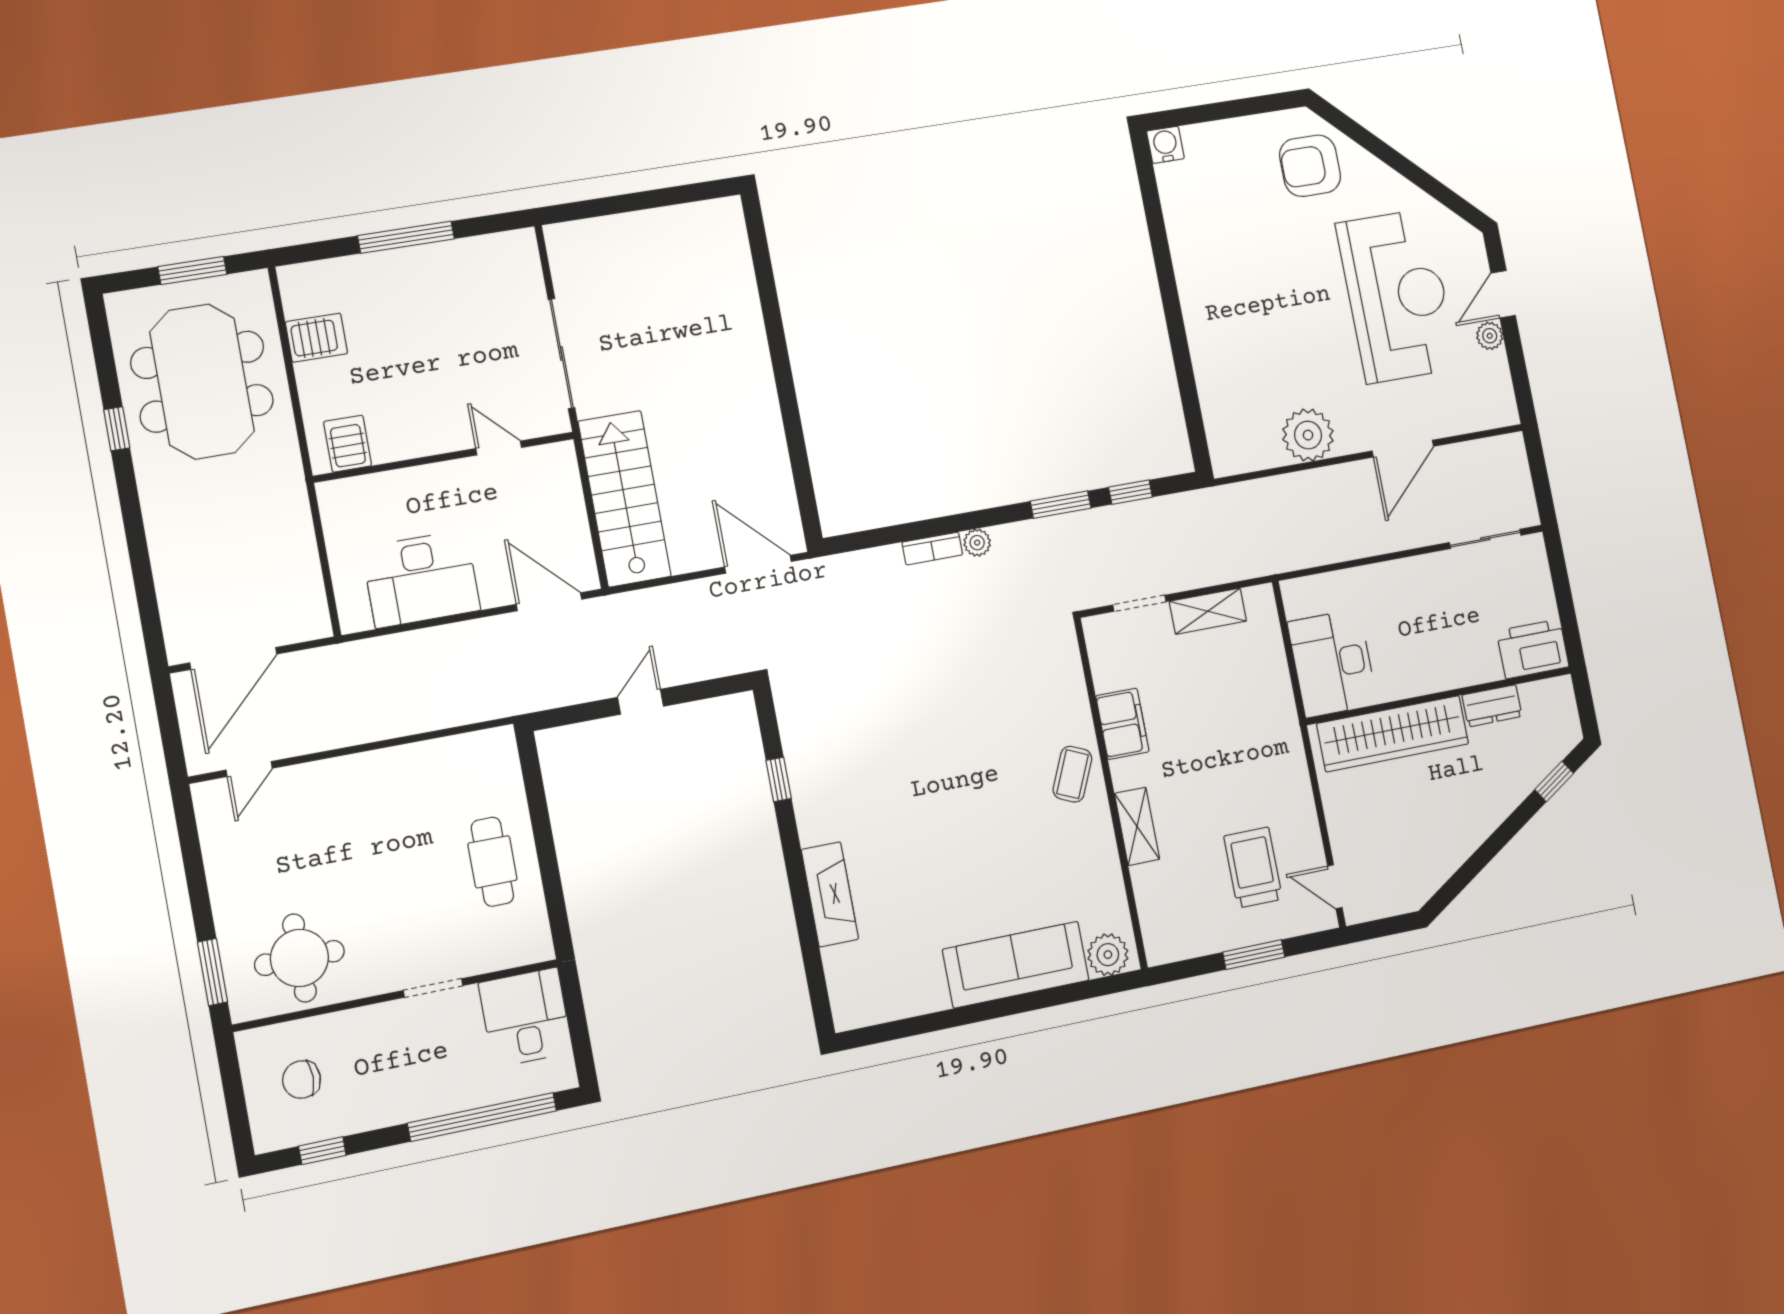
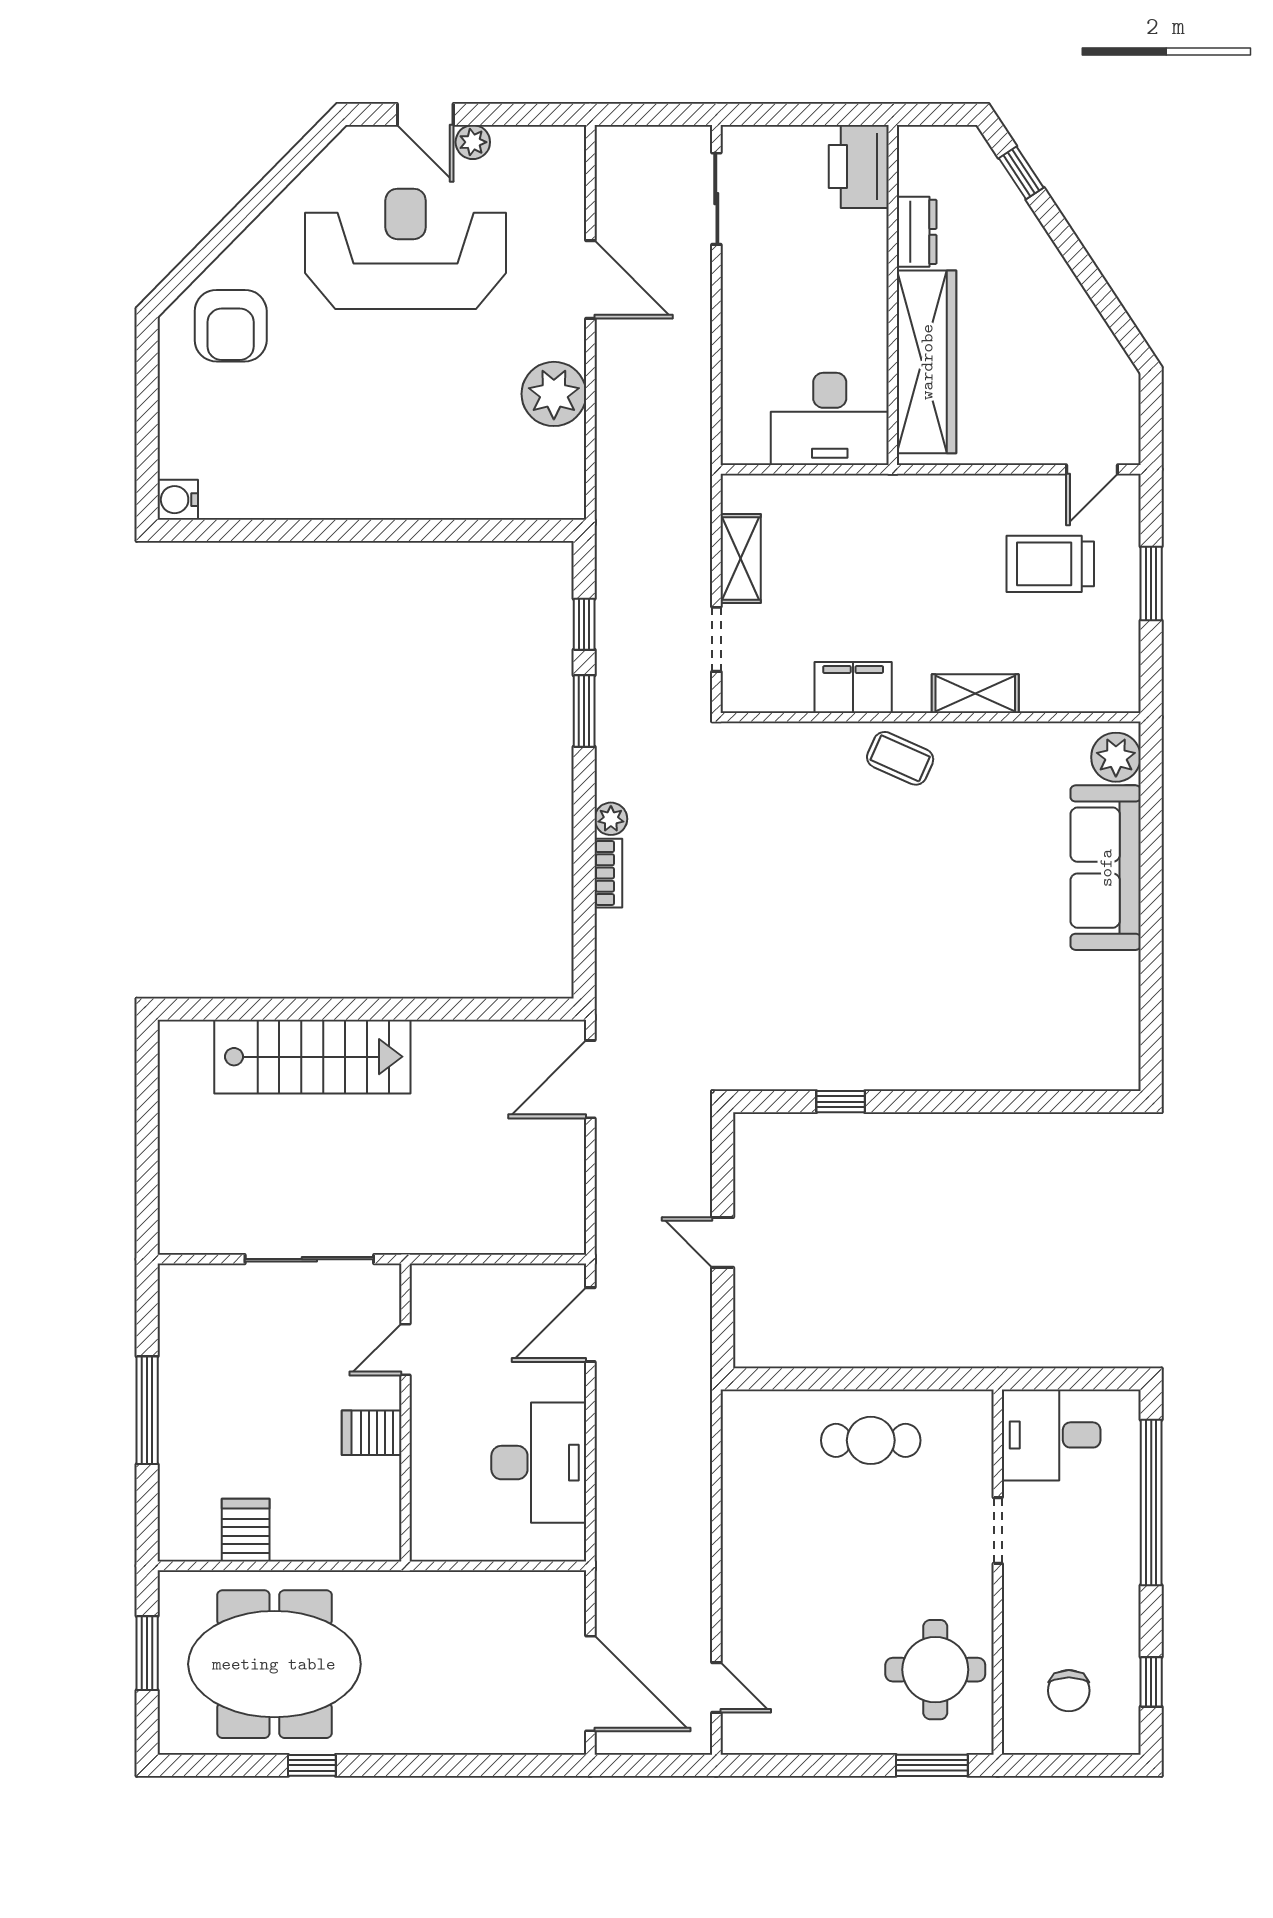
server rack: (348, 444) -> (372, 1433), moved
stairs: (625, 499) -> (312, 1057), moved, turned 180
fireplace: (830, 894) -> (983, 1068), removed

